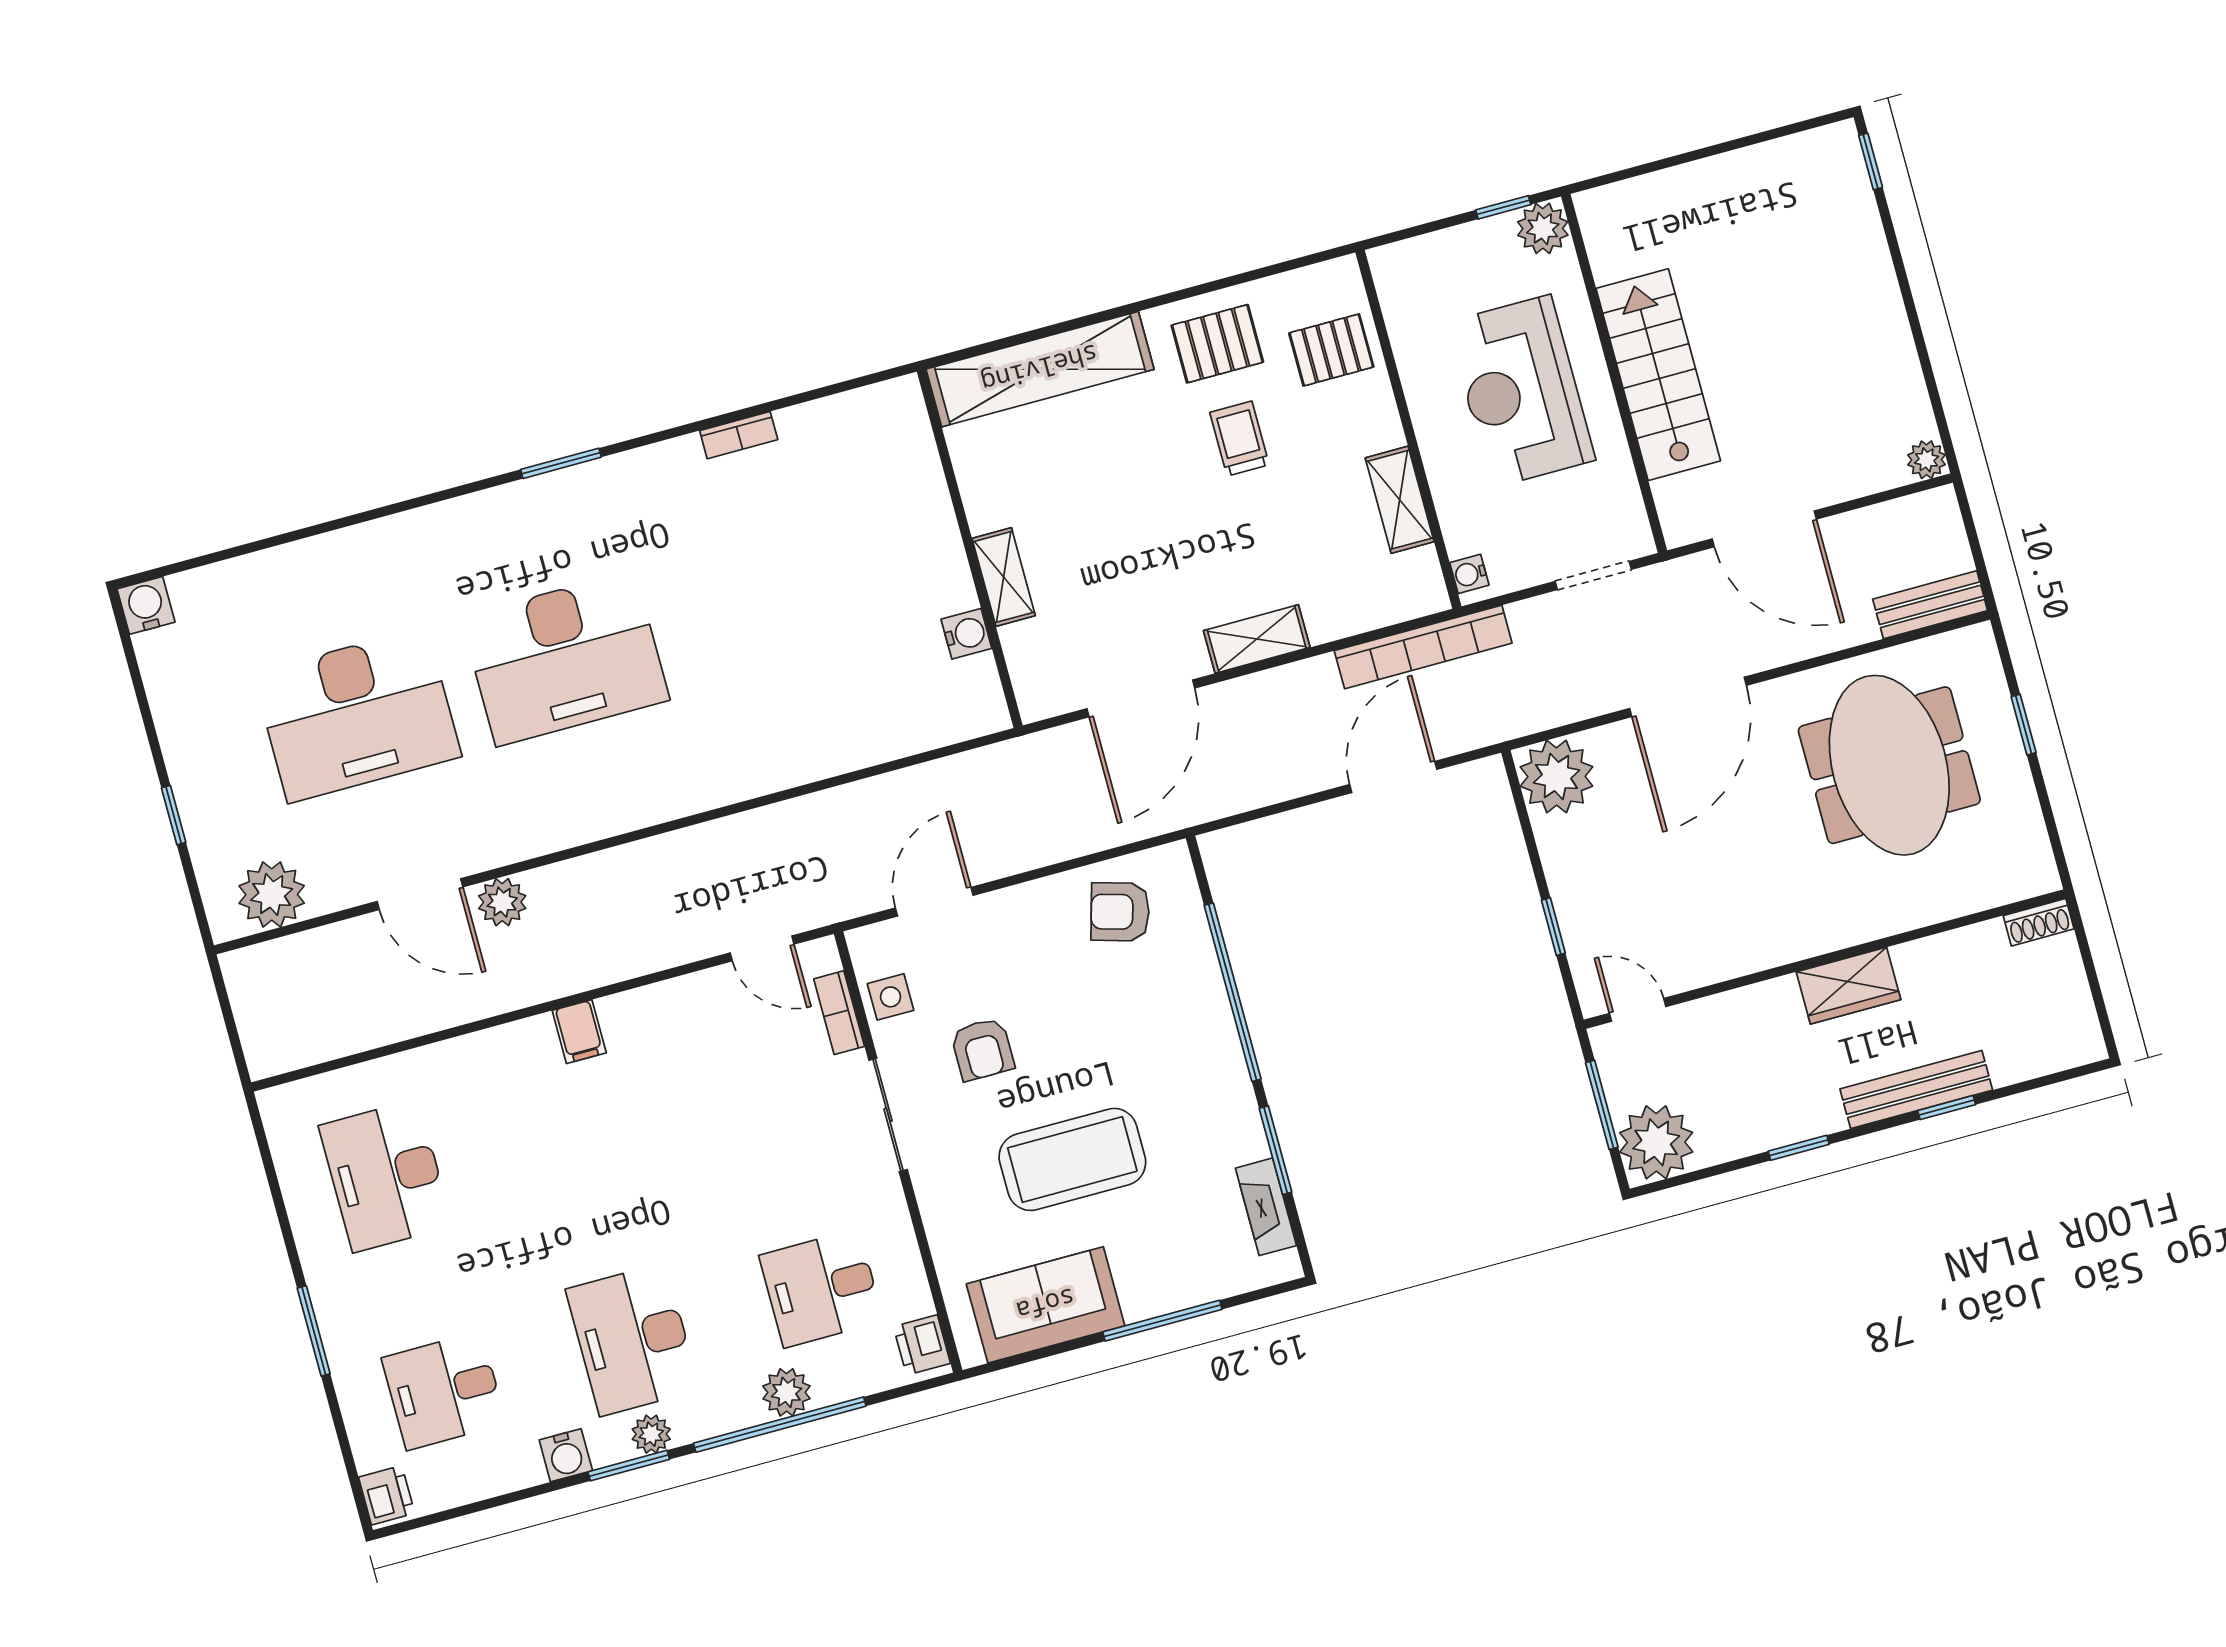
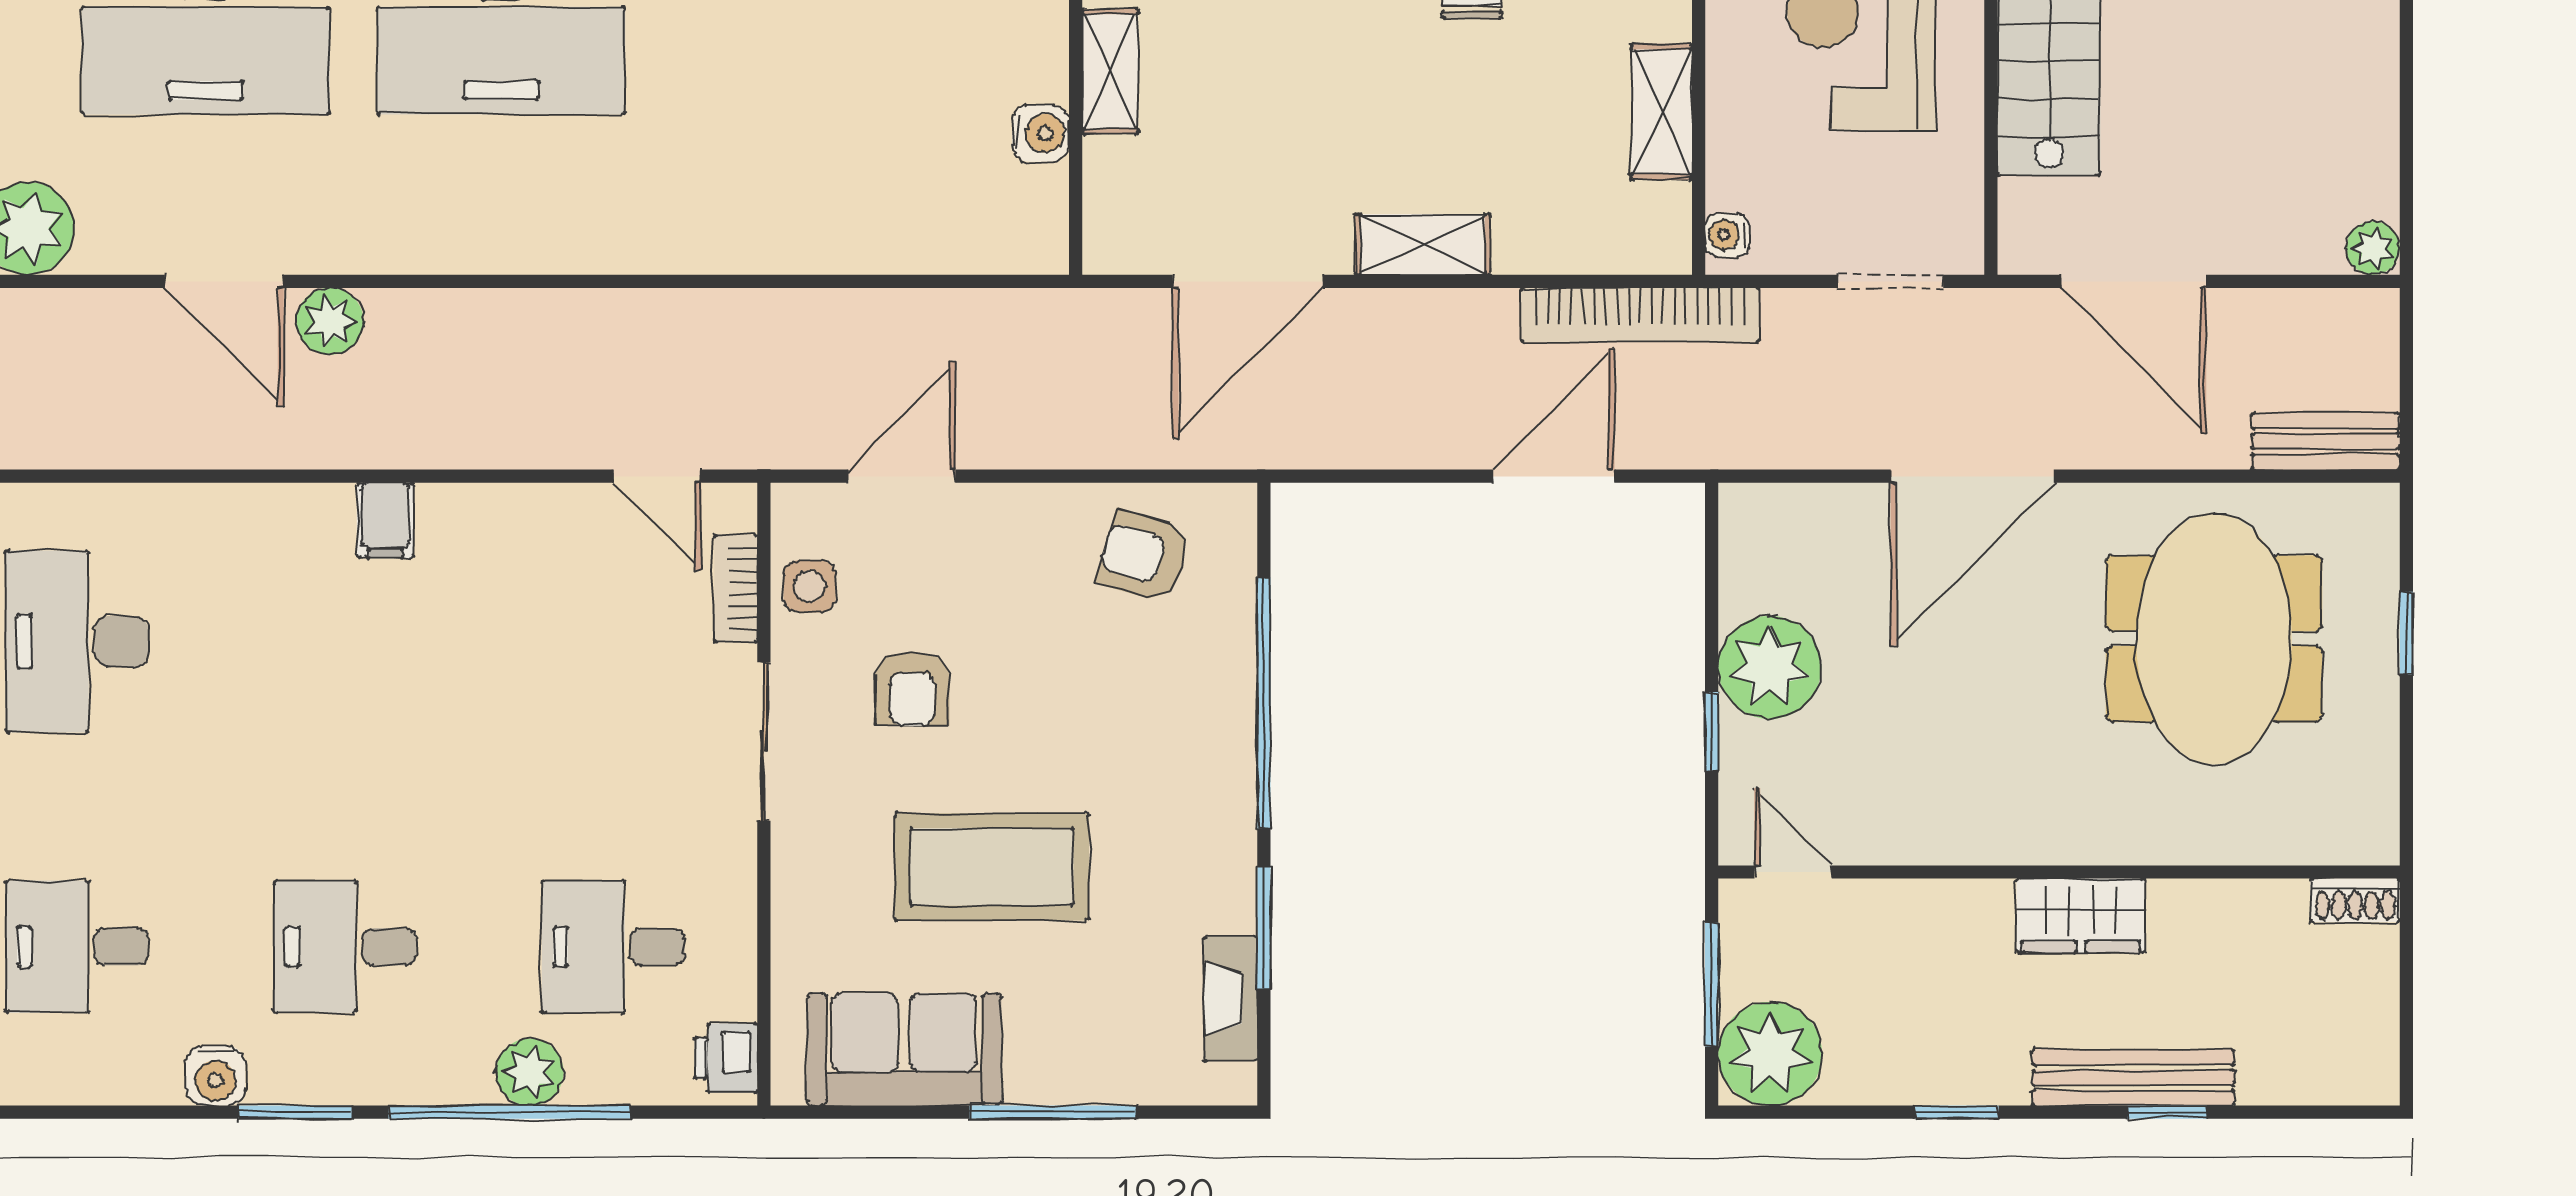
plant: (1556, 776) -> (1770, 667), moved
desk: (633, 1340) -> (345, 947), width x0.73
plant: (651, 1434) -> (336, 1079), removed

